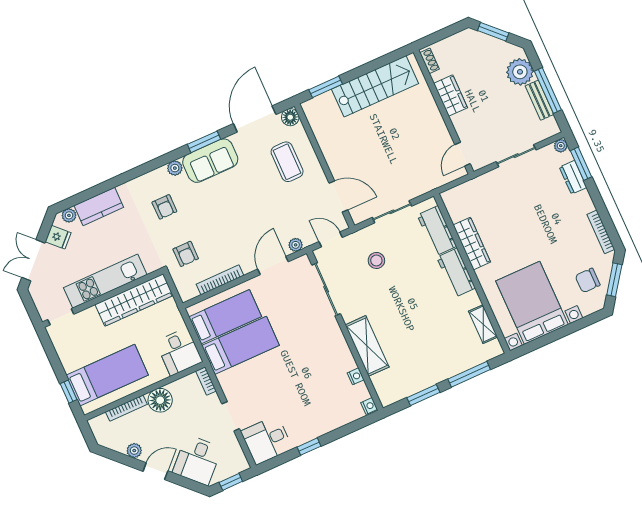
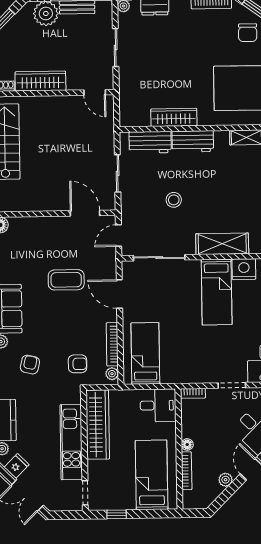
wardrobe: (450, 96) -> (40, 81), width x1.50
coffee table: (287, 162) -> (66, 280), moved
door: (338, 196) -> (85, 213), hinge flipped
armchair: (164, 207) -> (30, 365), turned -77
plant: (296, 245) -> (112, 374), moved
stool: (376, 260) -> (174, 200), moved
bed: (240, 345) -> (217, 292), moved, turned 180
nightstand: (356, 376) -> (244, 269), width x1.89, depth x1.79
window: (69, 392) -> (117, 514), moved
floor lamp: (160, 400) -> (187, 445), width x0.53, depth x0.53

